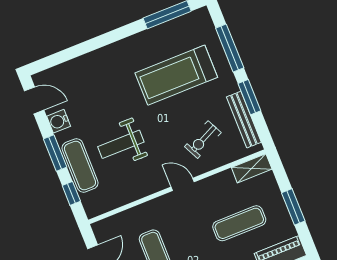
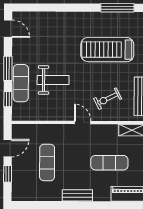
water cooler: (59, 121) -> (18, 49), removed
weight bench: (121, 144) -> (53, 80), turned 180

